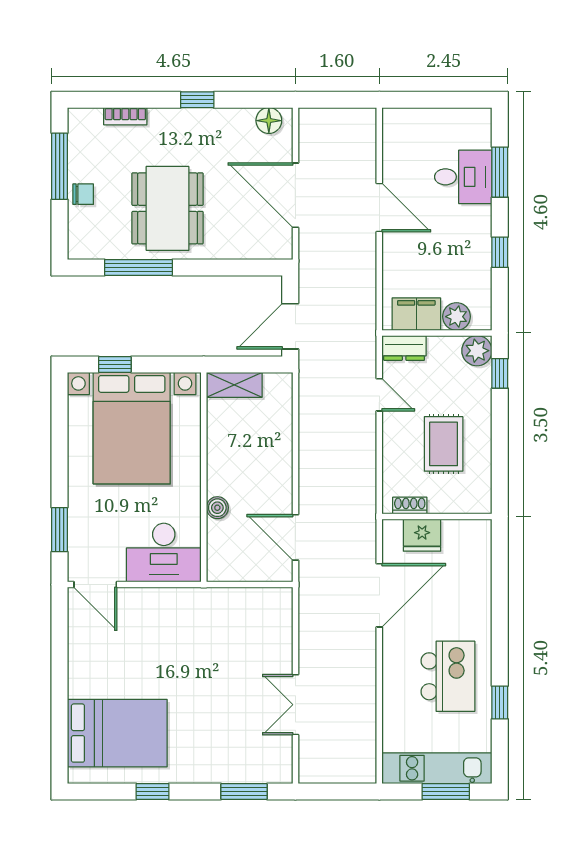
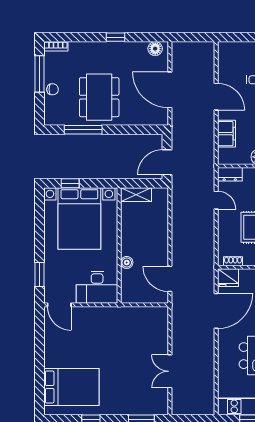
bookcase: (125, 116) -> (56, 46), moved
filing cabinet: (416, 314) -> (227, 134), moved, turned 90
fridge: (422, 535) -> (228, 278), moved

